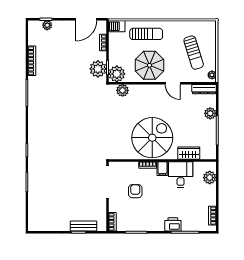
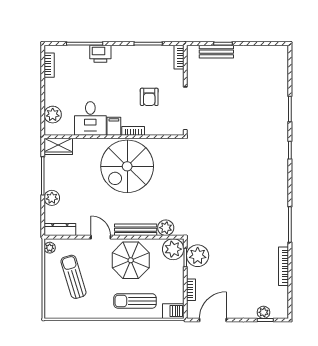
bench: (146, 89) -> (136, 230), added
wardrobe: (189, 153) -> (58, 146), moved

